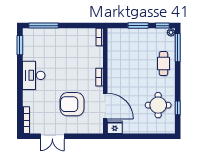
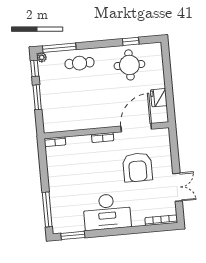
desk: (34, 75) -> (107, 212), width x1.36, depth x1.30
fridge: (115, 127) -> (159, 98), moved

